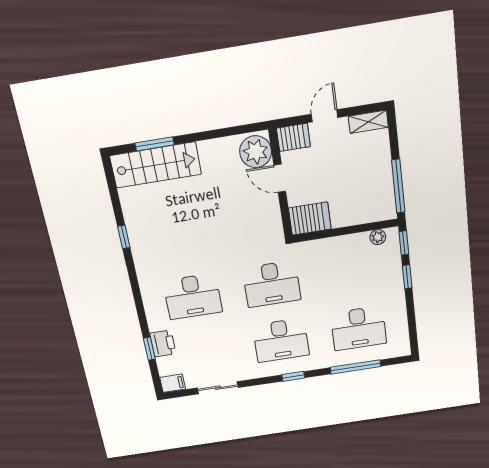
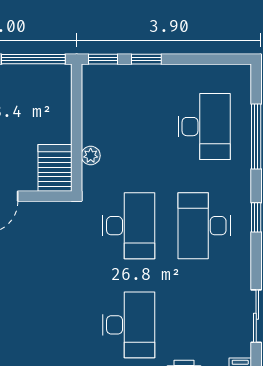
plant: (378, 237) -> (91, 156), moved
desk: (281, 340) -> (204, 226), turned 180

